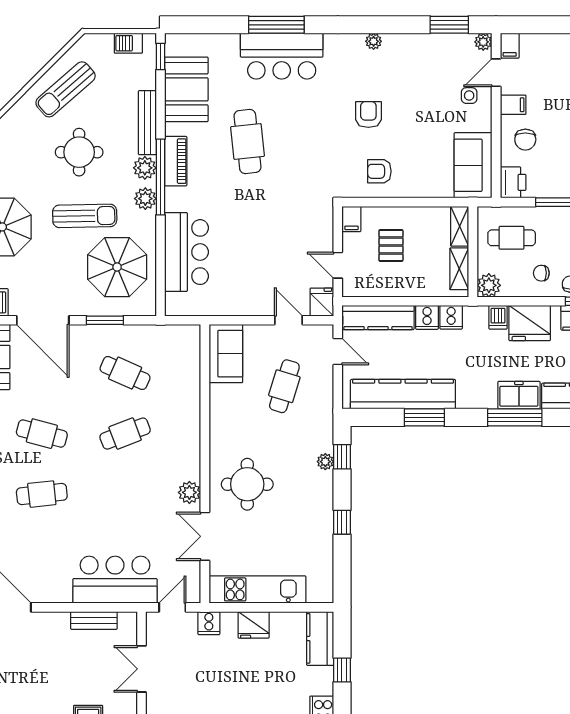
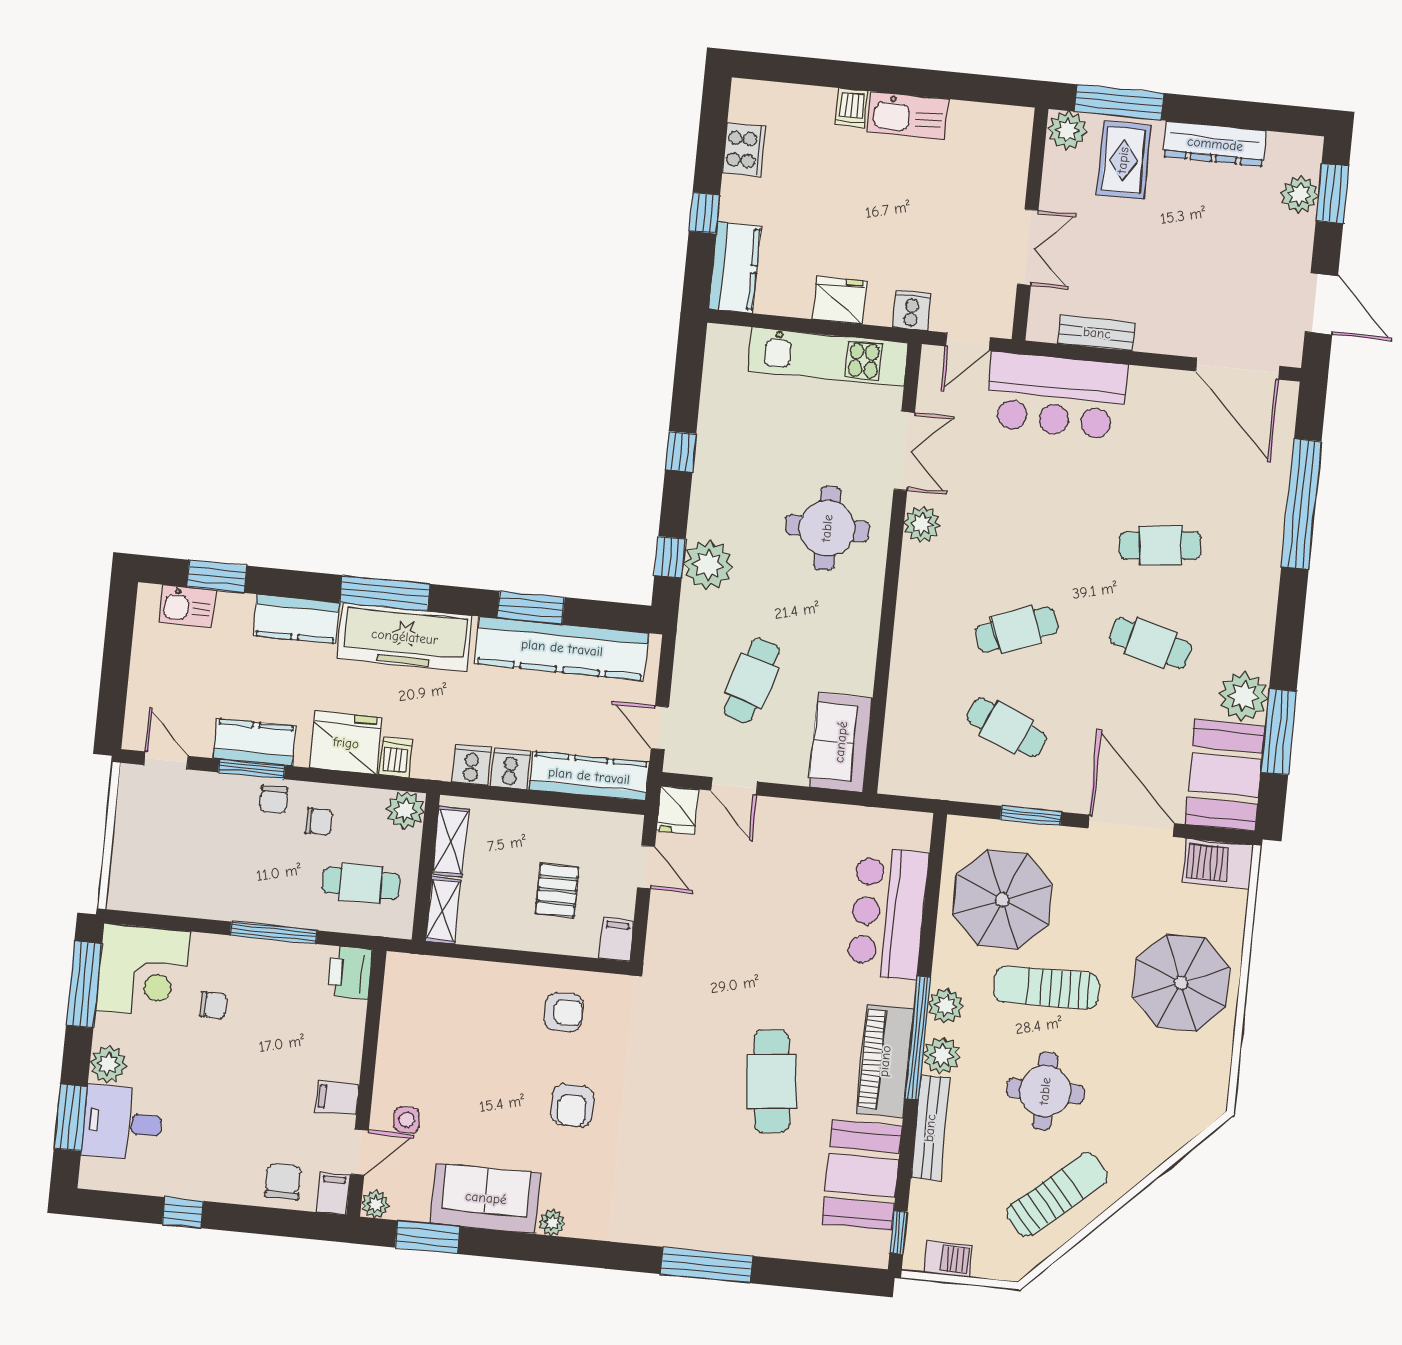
bar counter: (282, 56) -> (703, 1213), removed
chair: (525, 140) -> (283, 1182), moved
piano: (176, 161) -> (885, 1061), width x1.37, depth x1.33
sofa: (473, 165) -> (486, 1198), moved, turned -90
freezer: (519, 395) -> (405, 637), width x1.91, depth x1.26
plant: (325, 462) -> (708, 565), width x1.88, depth x1.88

